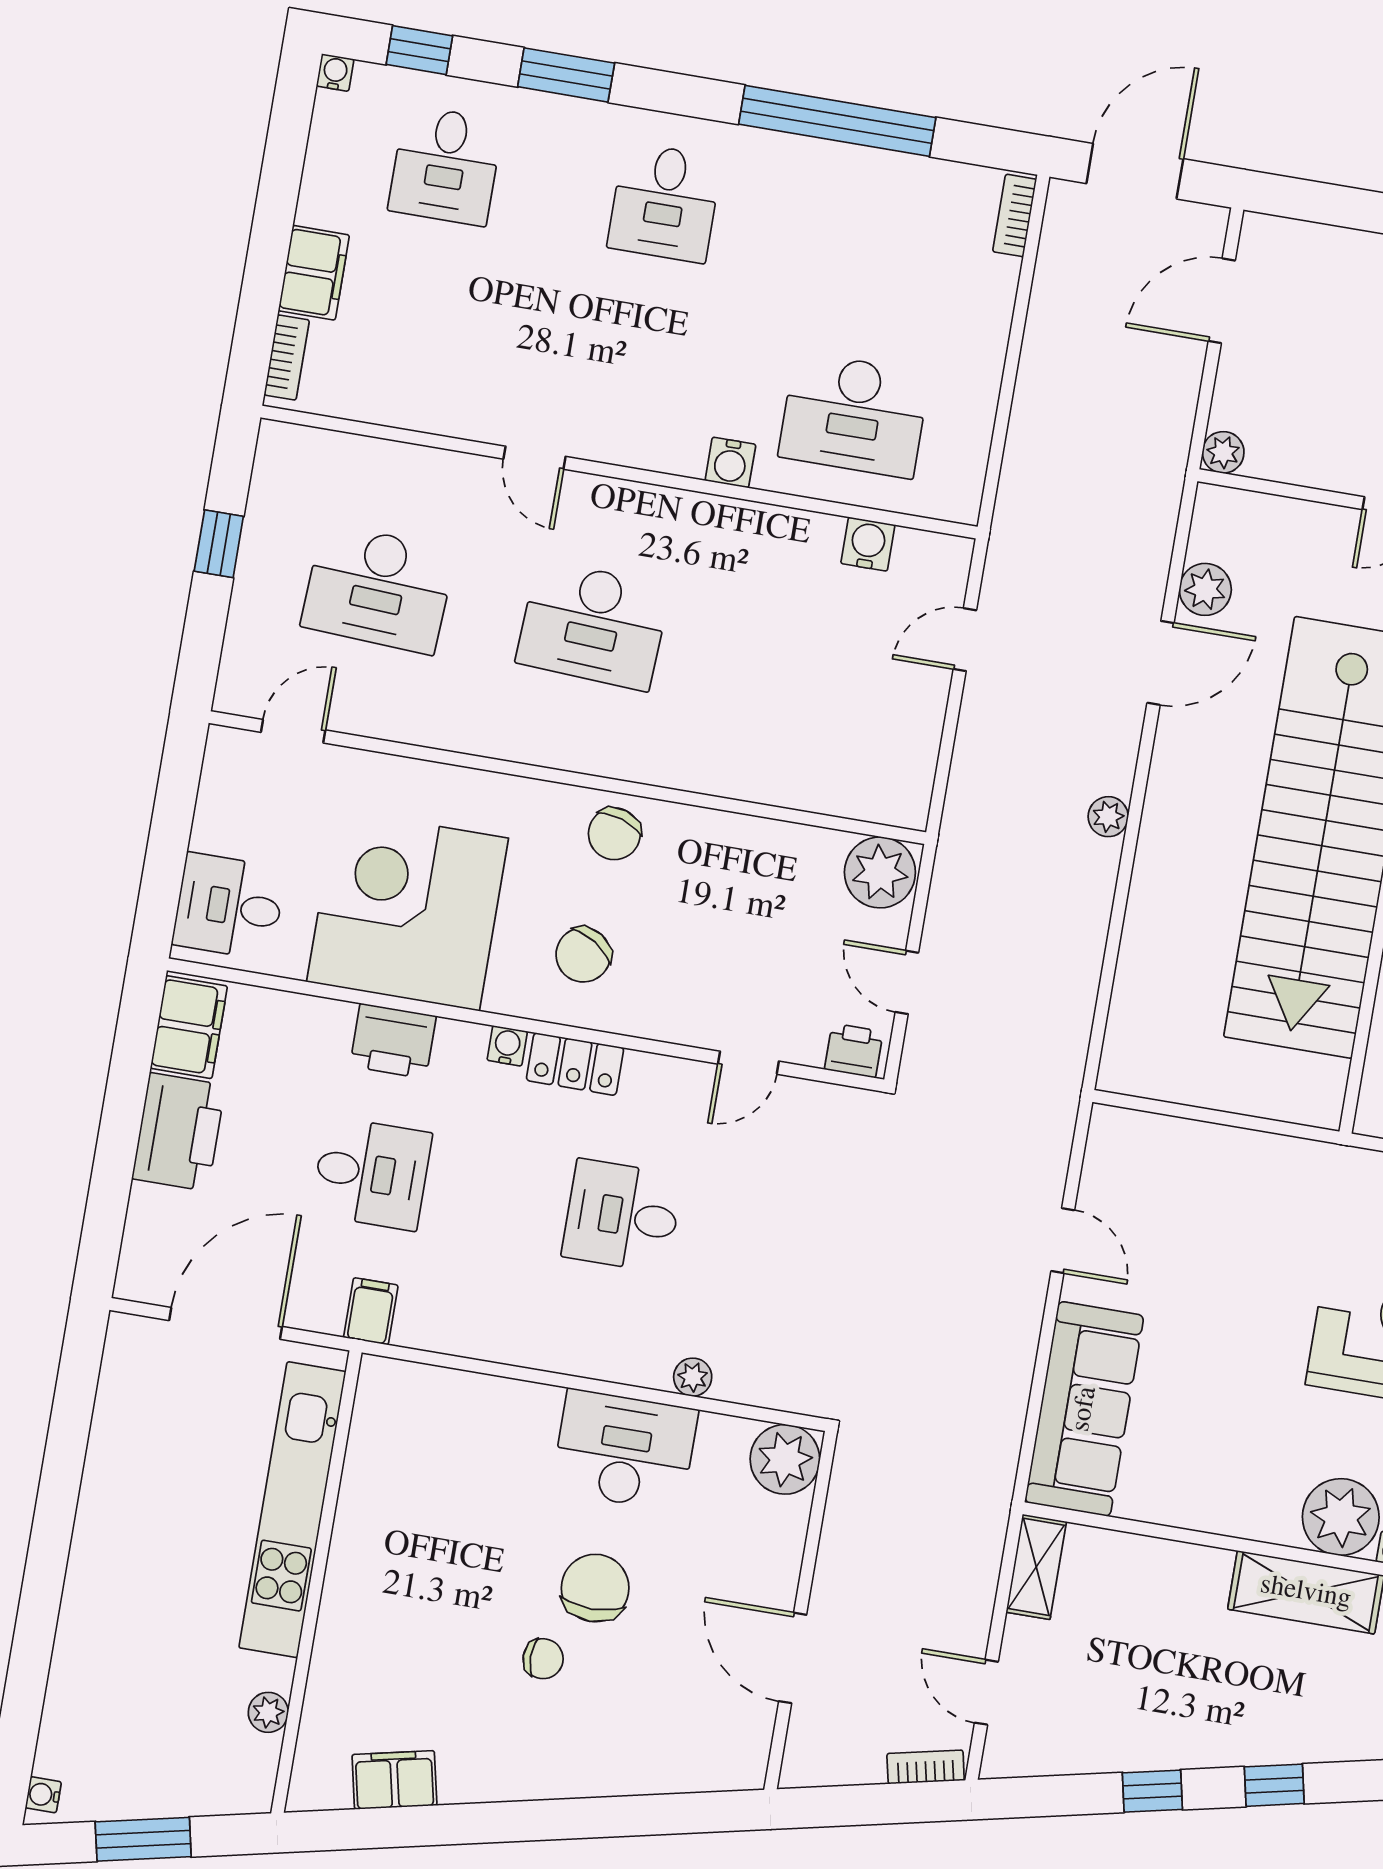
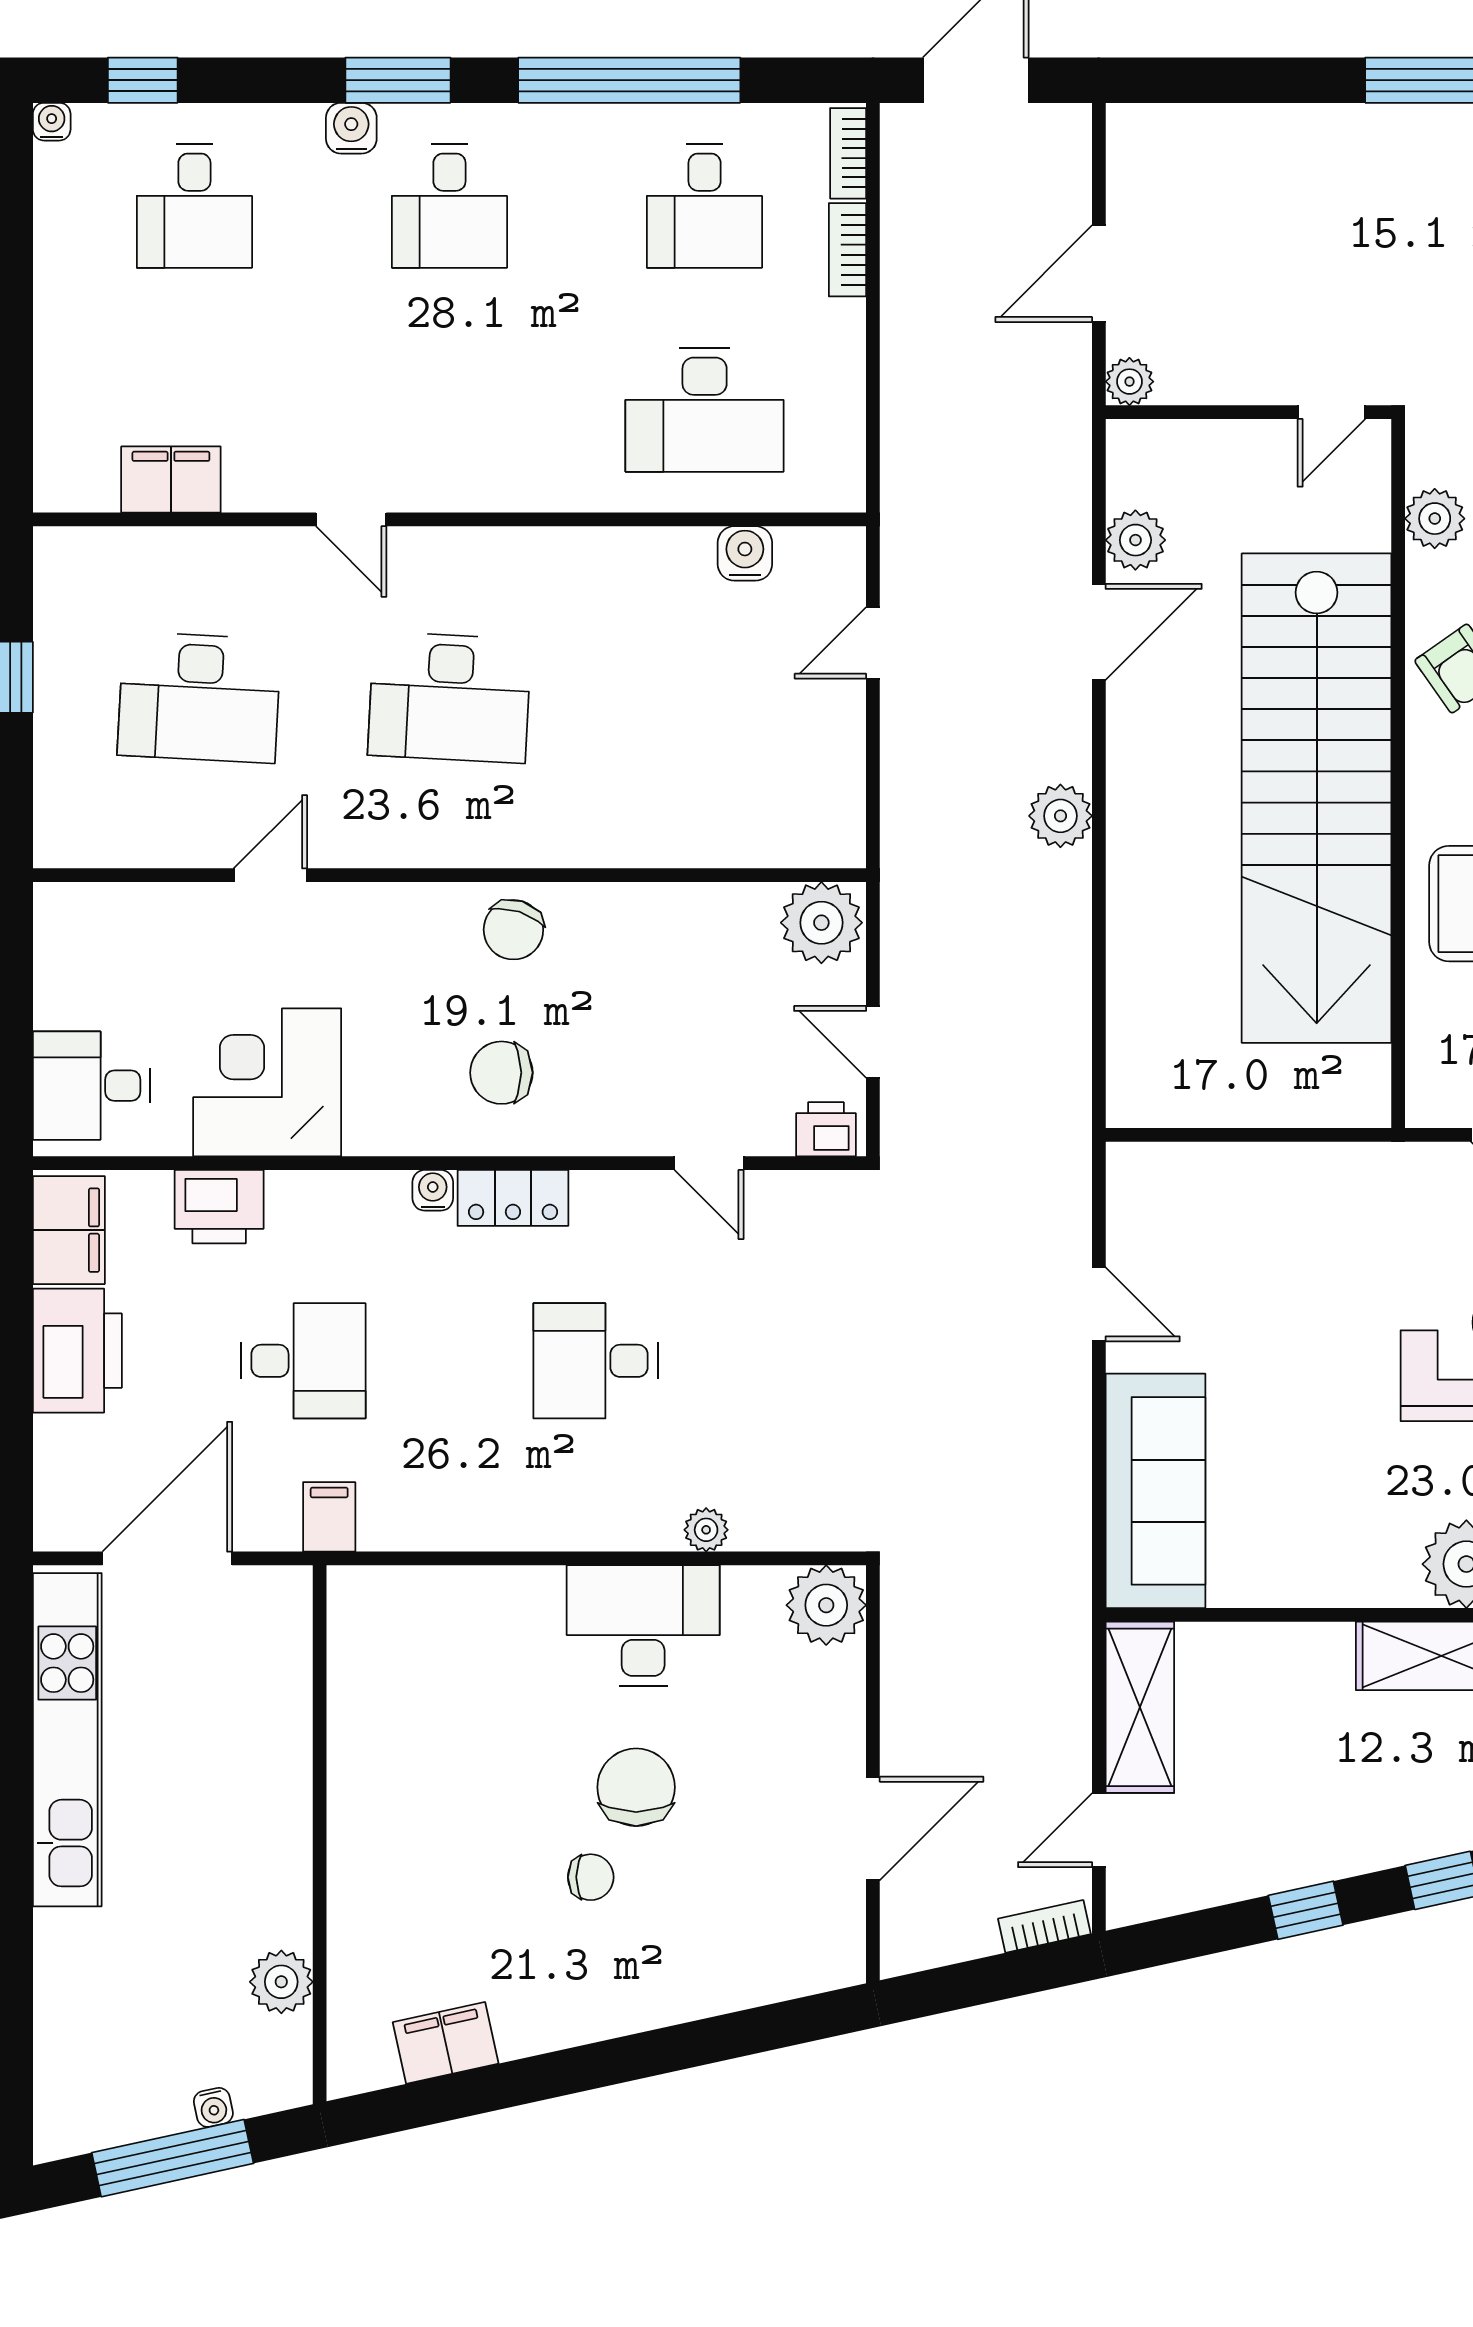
window: (566, 75) -> (398, 80), moved
desk: (884, 240) -> (705, 206), added
filing cabinet: (314, 273) -> (171, 480), moved, turned -90
door: (1222, 301) -> (1099, 274), moved
bookcase: (287, 357) -> (848, 250), moved, turned 180
water cooler: (730, 462) -> (351, 128), moved, turned 180
door: (293, 731) -> (270, 875), moved
plant: (1108, 817) -> (1060, 816), width x1.38, depth x1.38
corner desk: (407, 910) -> (267, 1082), width x0.74, depth x0.74
chair: (583, 955) -> (501, 1073), turned 57
printer: (393, 1041) -> (219, 1207), moved
door: (748, 1063) -> (709, 1163), hinge flipped
kitchen unit: (292, 1510) -> (67, 1740), moved, turned 180
shelving: (1036, 1567) -> (1140, 1707), width x1.50, depth x1.33
door: (793, 1658) -> (873, 1829), swing flipped
door: (986, 1692) -> (1099, 1830), hinge flipped
plant: (268, 1712) -> (281, 1982), width x1.38, depth x1.38
water cooler: (43, 1795) -> (213, 2107), moved, turned -102
window: (143, 1839) -> (173, 2158), width x1.44

